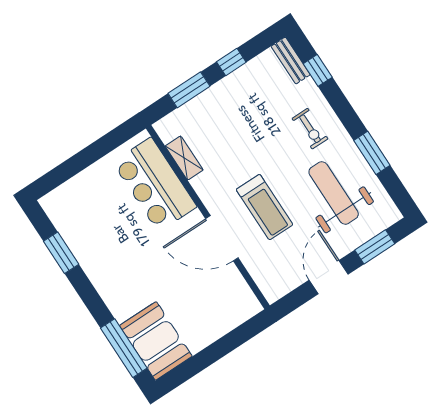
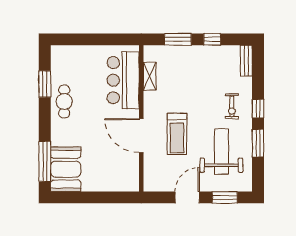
window: (318, 70) -> (258, 109), moved
cafe table: (99, 259) -> (64, 102), added

